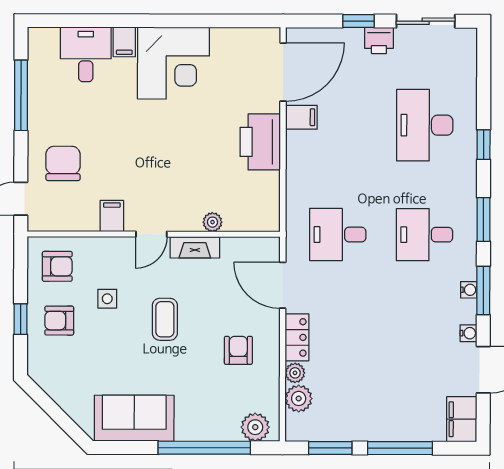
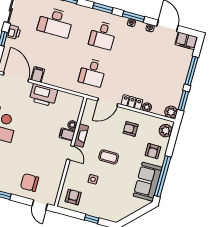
filing cabinet: (112, 216) -> (67, 134), moved
armchair: (59, 321) -> (153, 151), moved
plant: (299, 398) -> (171, 112), moved
window: (204, 448) -> (163, 176), moved

